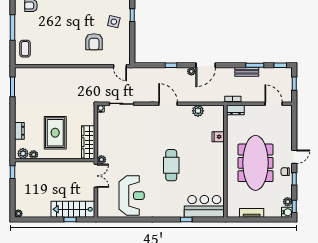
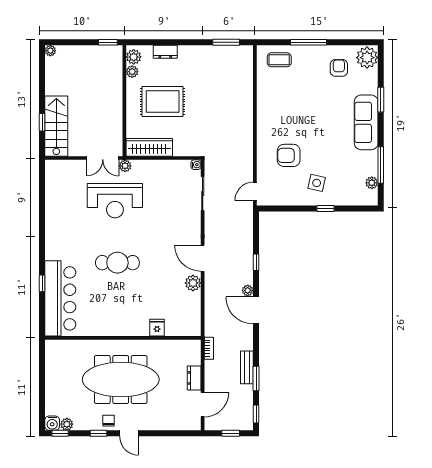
door: (168, 104) -> (203, 258), swing flipped
dresser: (235, 110) -> (194, 378), moved
plant: (198, 111) -> (193, 283), moved
reception desk: (132, 196) -> (115, 201), moved
bar counter: (204, 206) -> (60, 298), width x1.36
tv unit: (252, 213) -> (51, 374), removed

